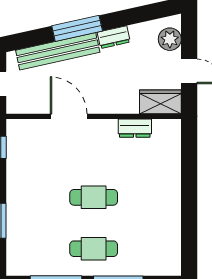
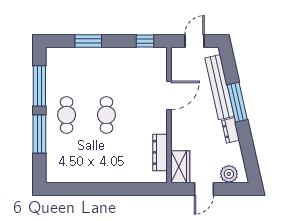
dresser: (135, 128) -> (160, 152), width x1.44

